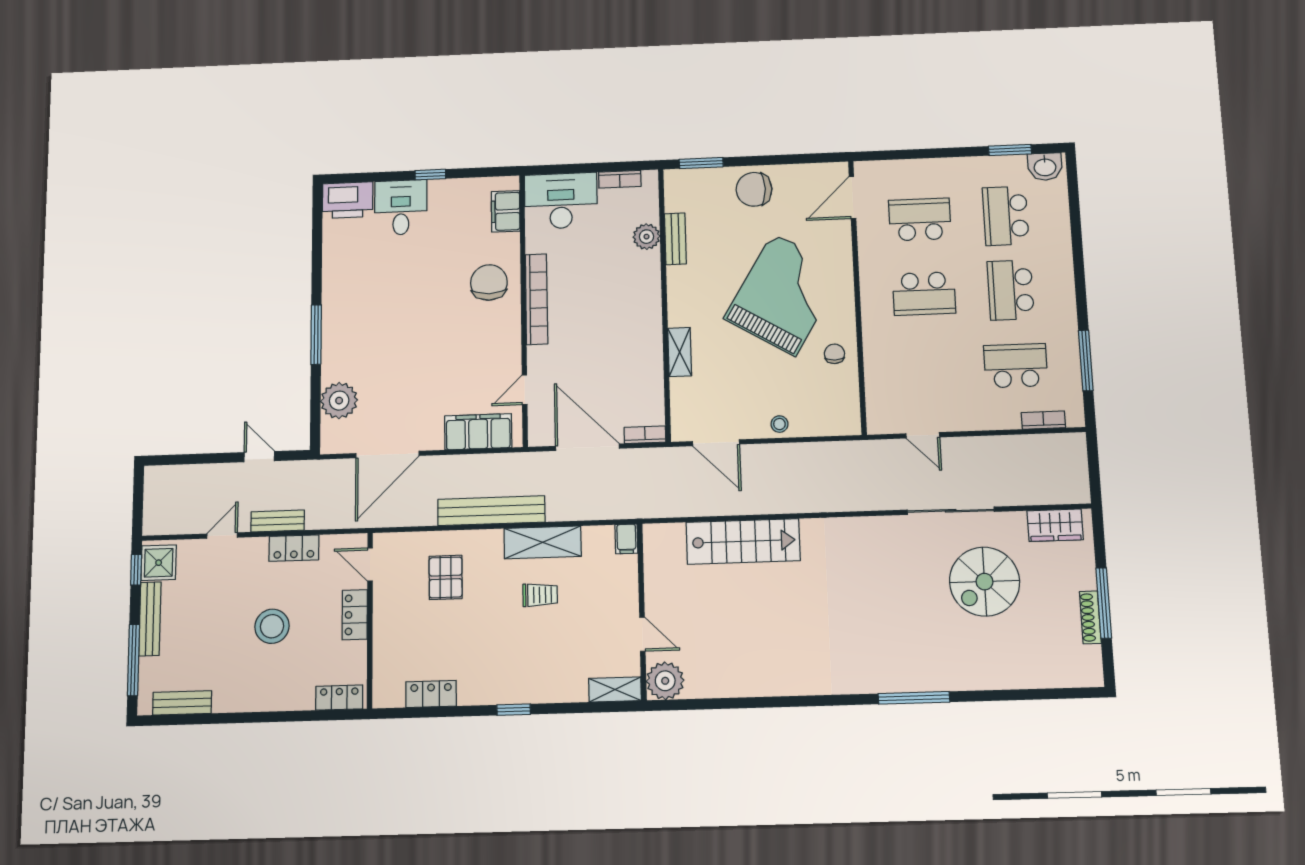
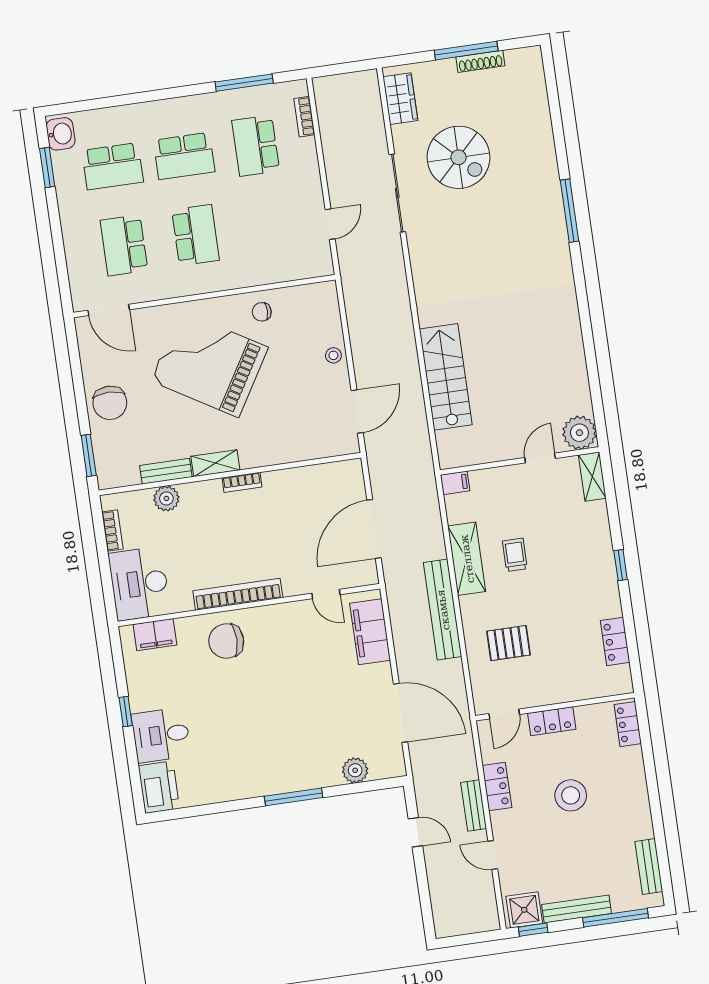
shelving: (680, 352) -> (215, 463), moved
plant: (339, 401) -> (355, 770), width x0.73, depth x0.73
bookcase: (645, 435) -> (242, 482), moved, turned -90
door: (259, 457) -> (415, 832), swing flipped

